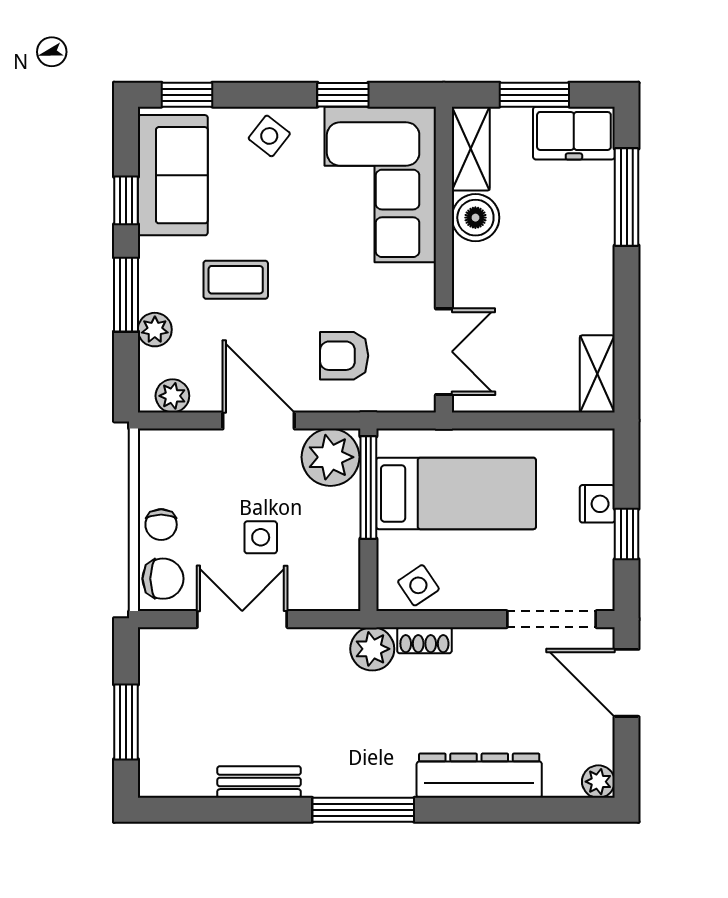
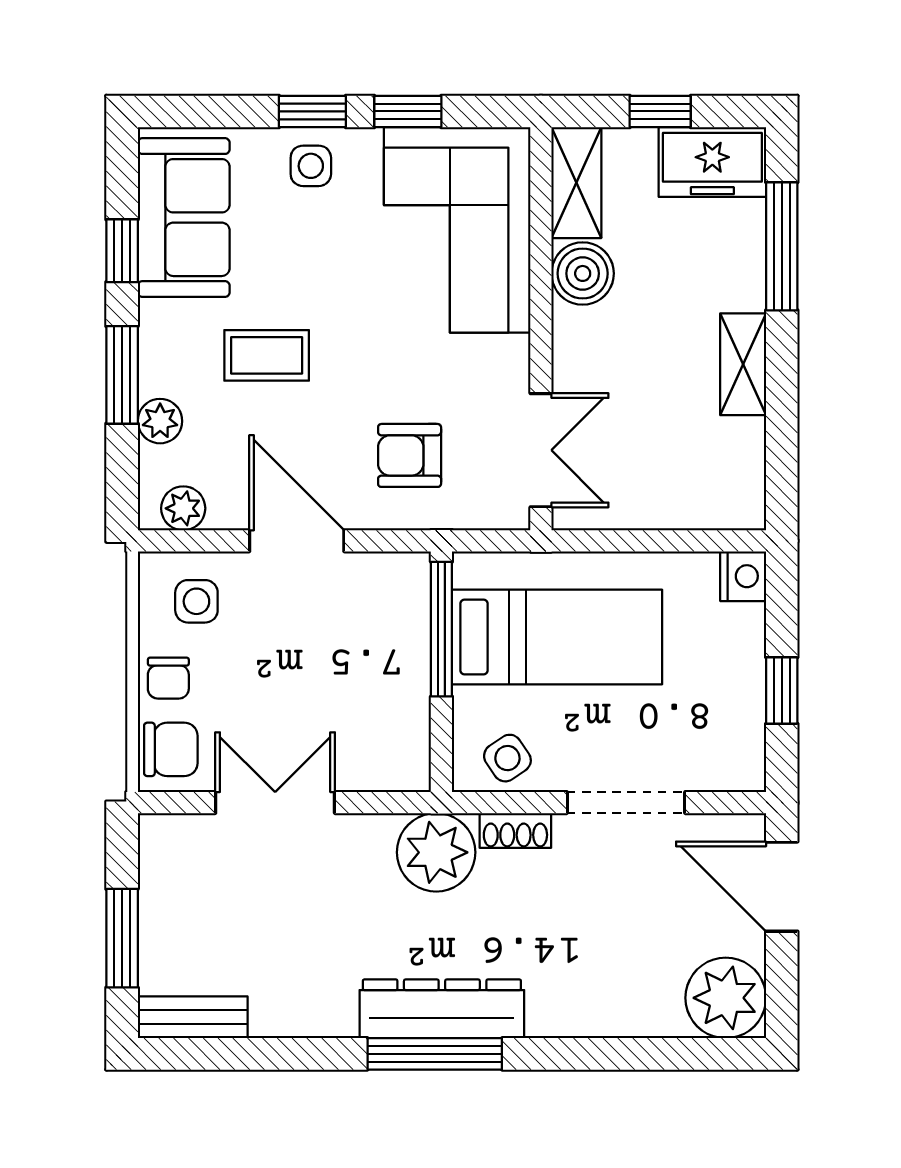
window: (187, 95) -> (312, 111), moved
window: (534, 95) -> (660, 111), width x0.67
side table: (269, 136) -> (311, 166), turned -38
shelving: (597, 374) -> (743, 364), moved
plant: (330, 457) -> (392, 589), removed
nightstand: (597, 504) -> (743, 576), moved
side table: (261, 537) -> (196, 601), moved
doorway: (552, 619) -> (626, 803), moved
plant: (372, 649) -> (436, 852), width x1.36, depth x1.36
dresser: (479, 776) -> (442, 1009), moved
bench: (259, 782) -> (193, 1017), moved
plant: (598, 782) -> (726, 998), width x1.87, depth x1.87

